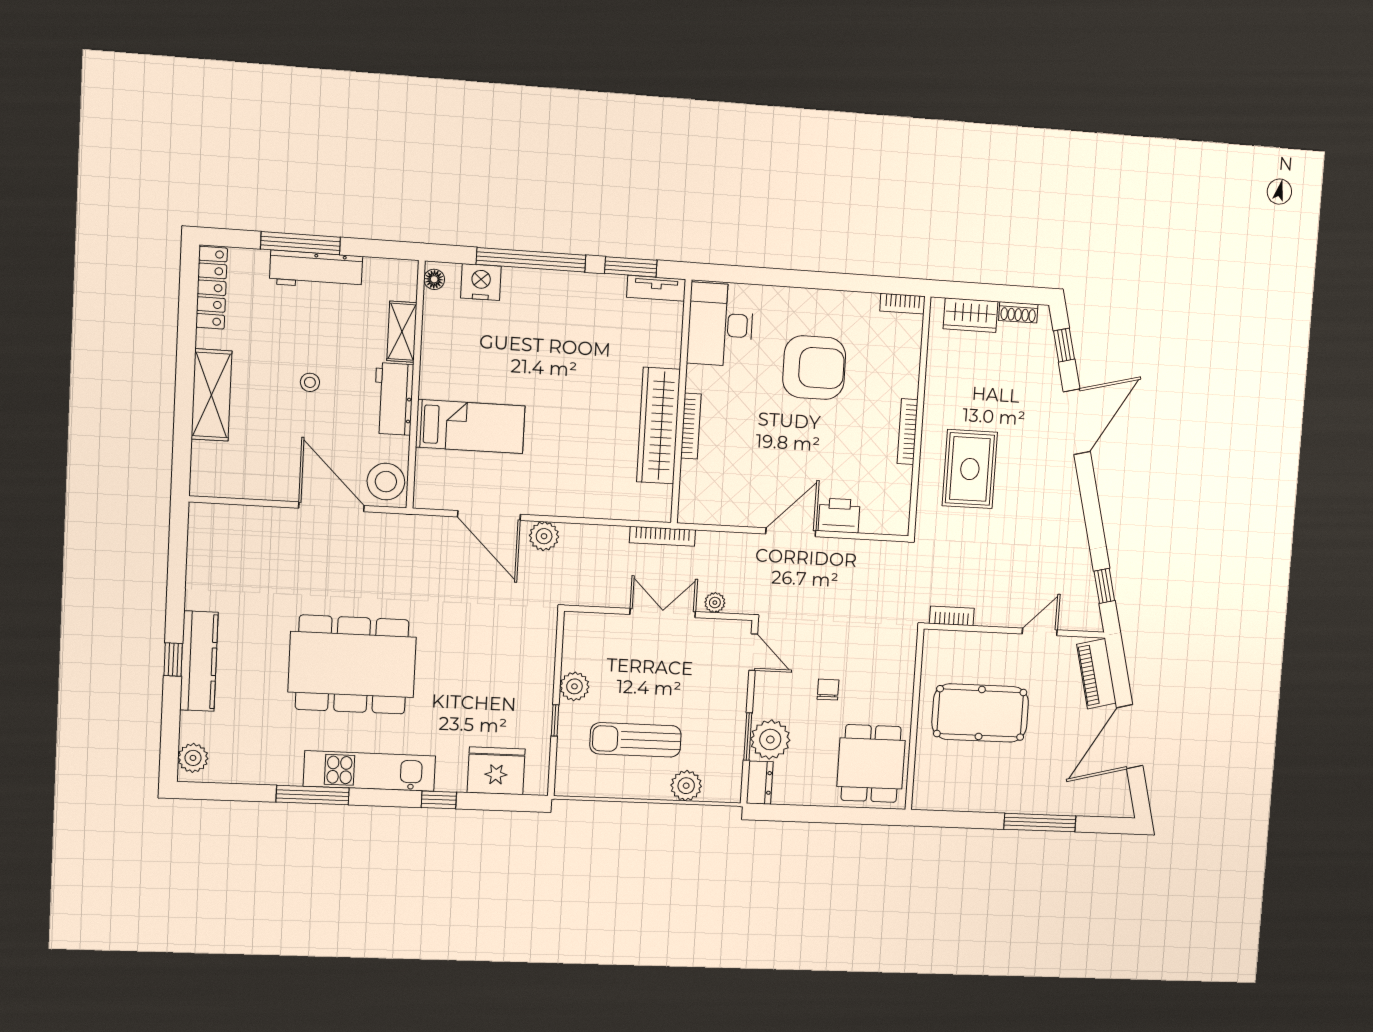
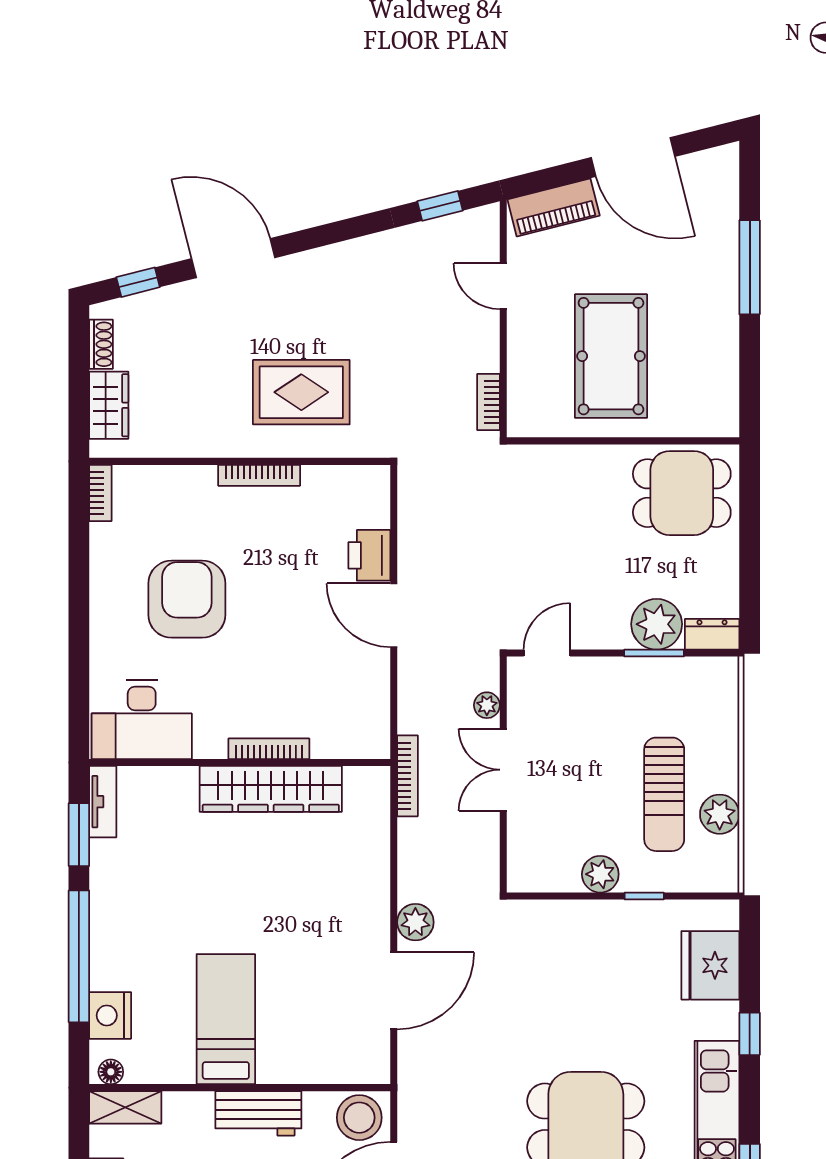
shelving: (402, 332) -> (125, 1107), moved
bed: (470, 427) -> (226, 1019), moved
chair: (828, 690) -> (590, 555), removed
plant: (686, 786) -> (720, 814), moved

